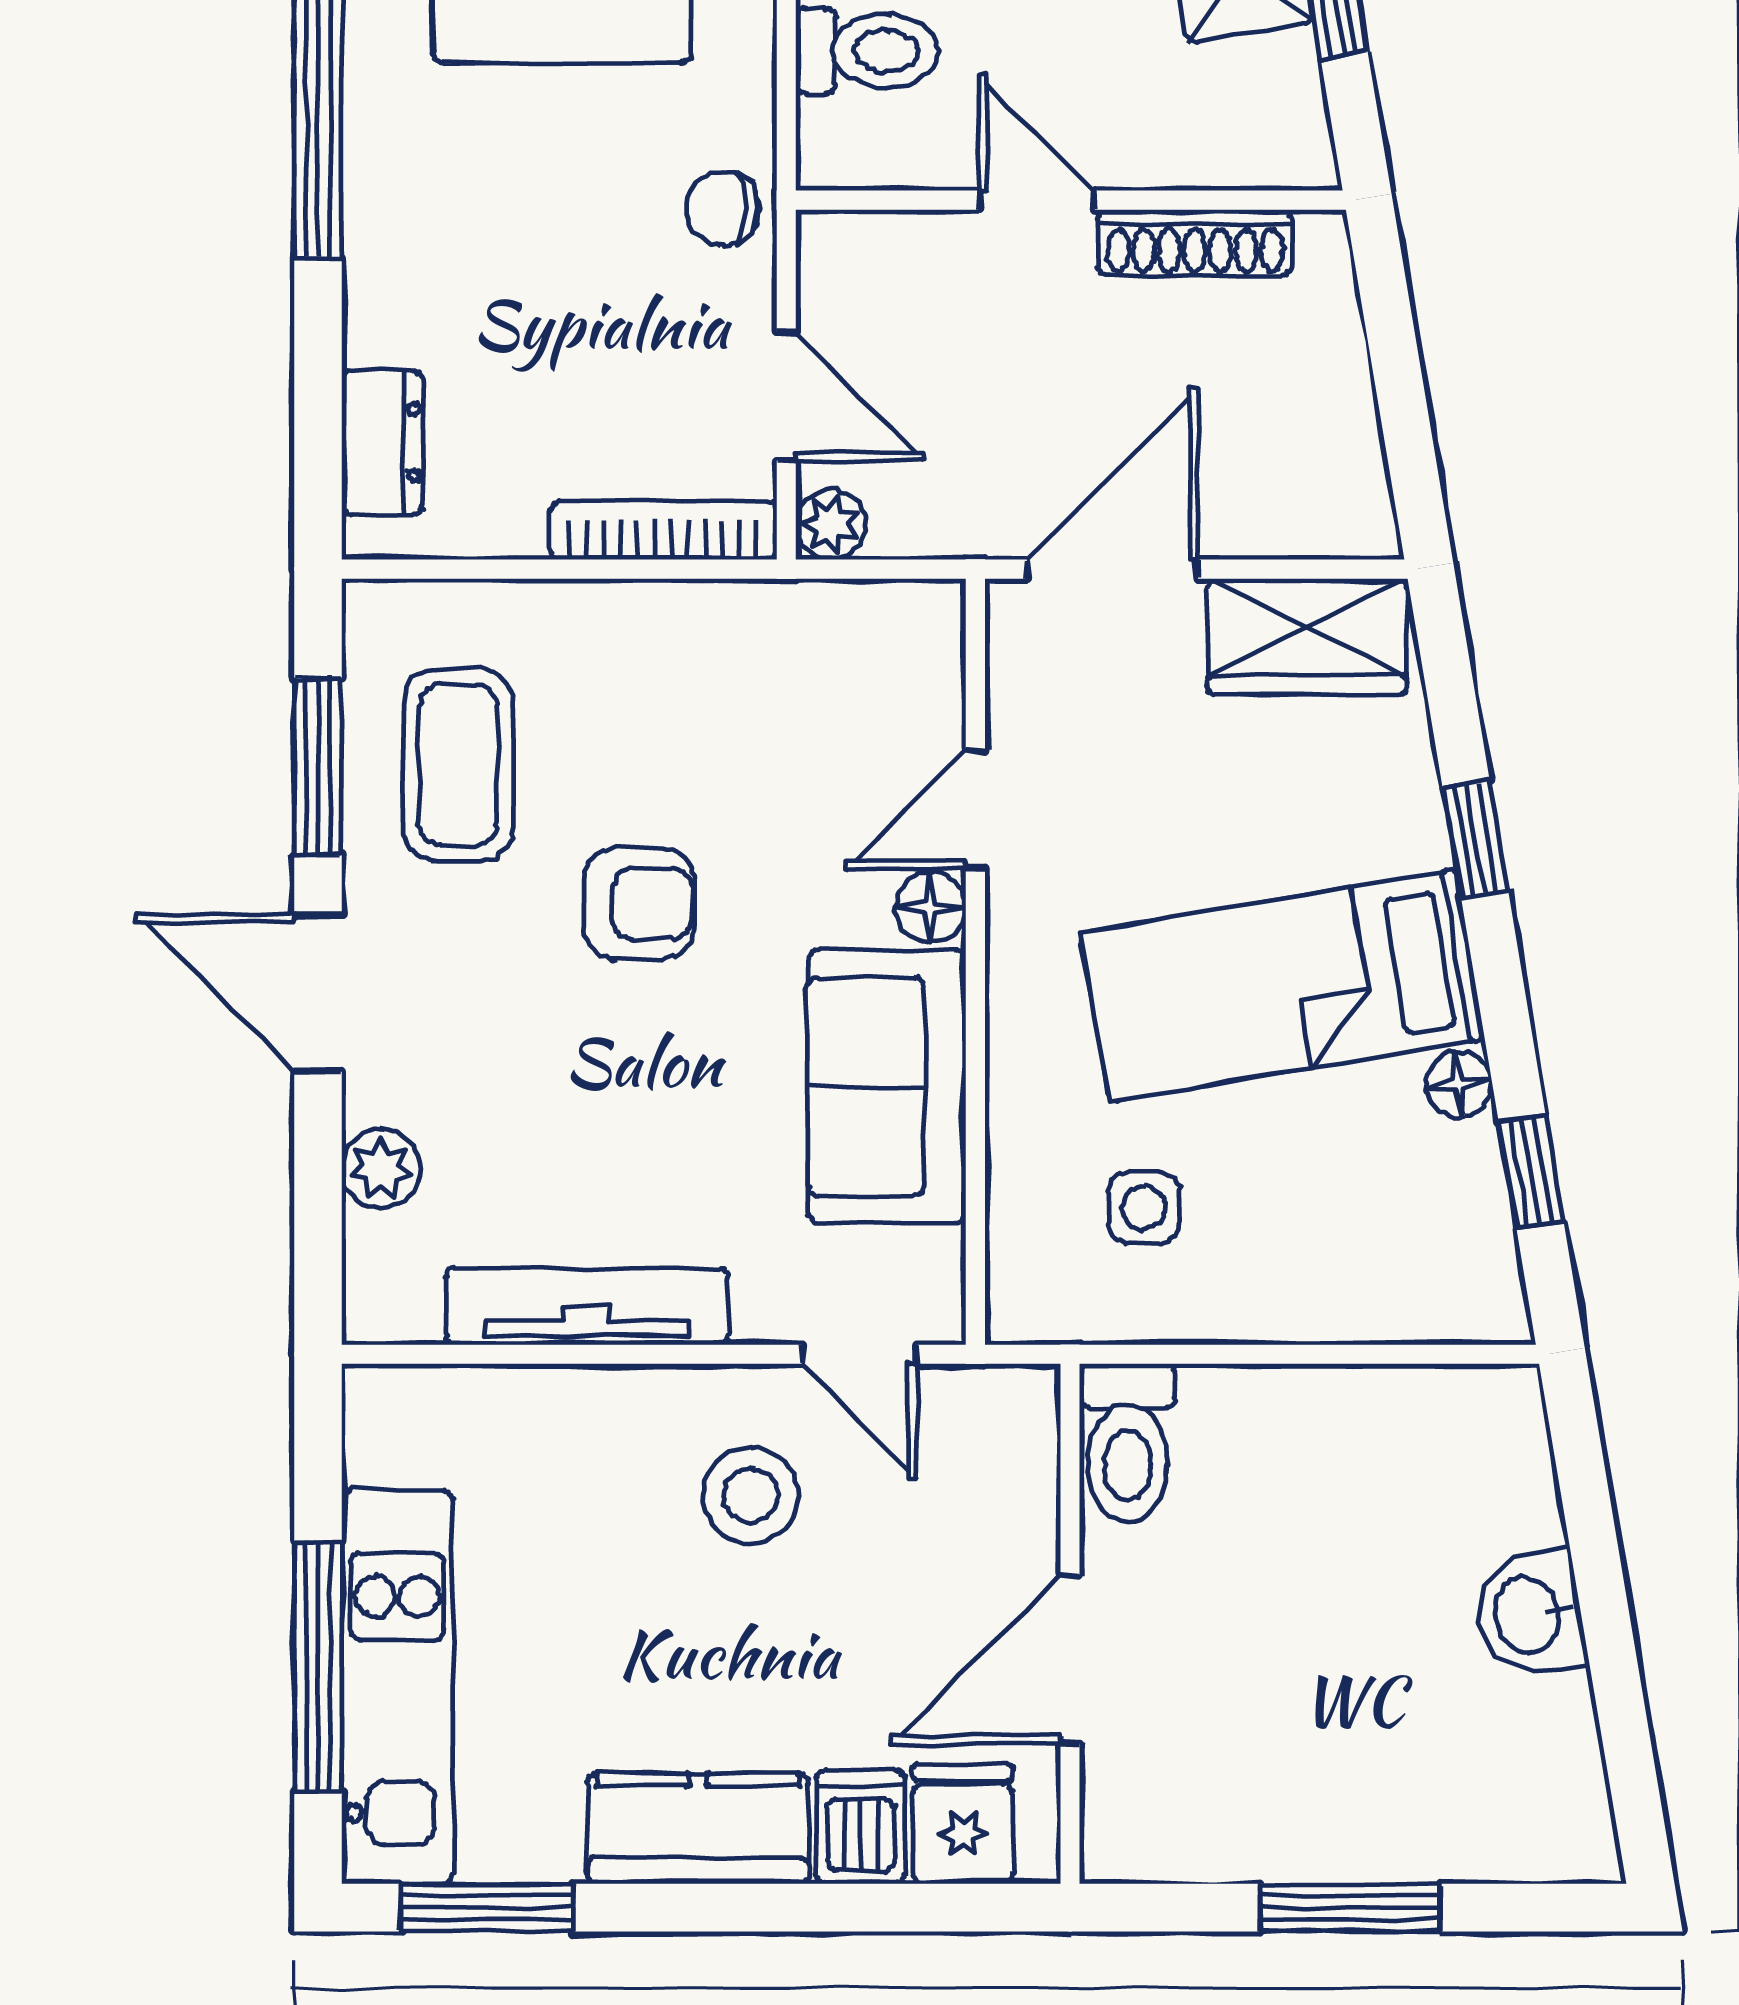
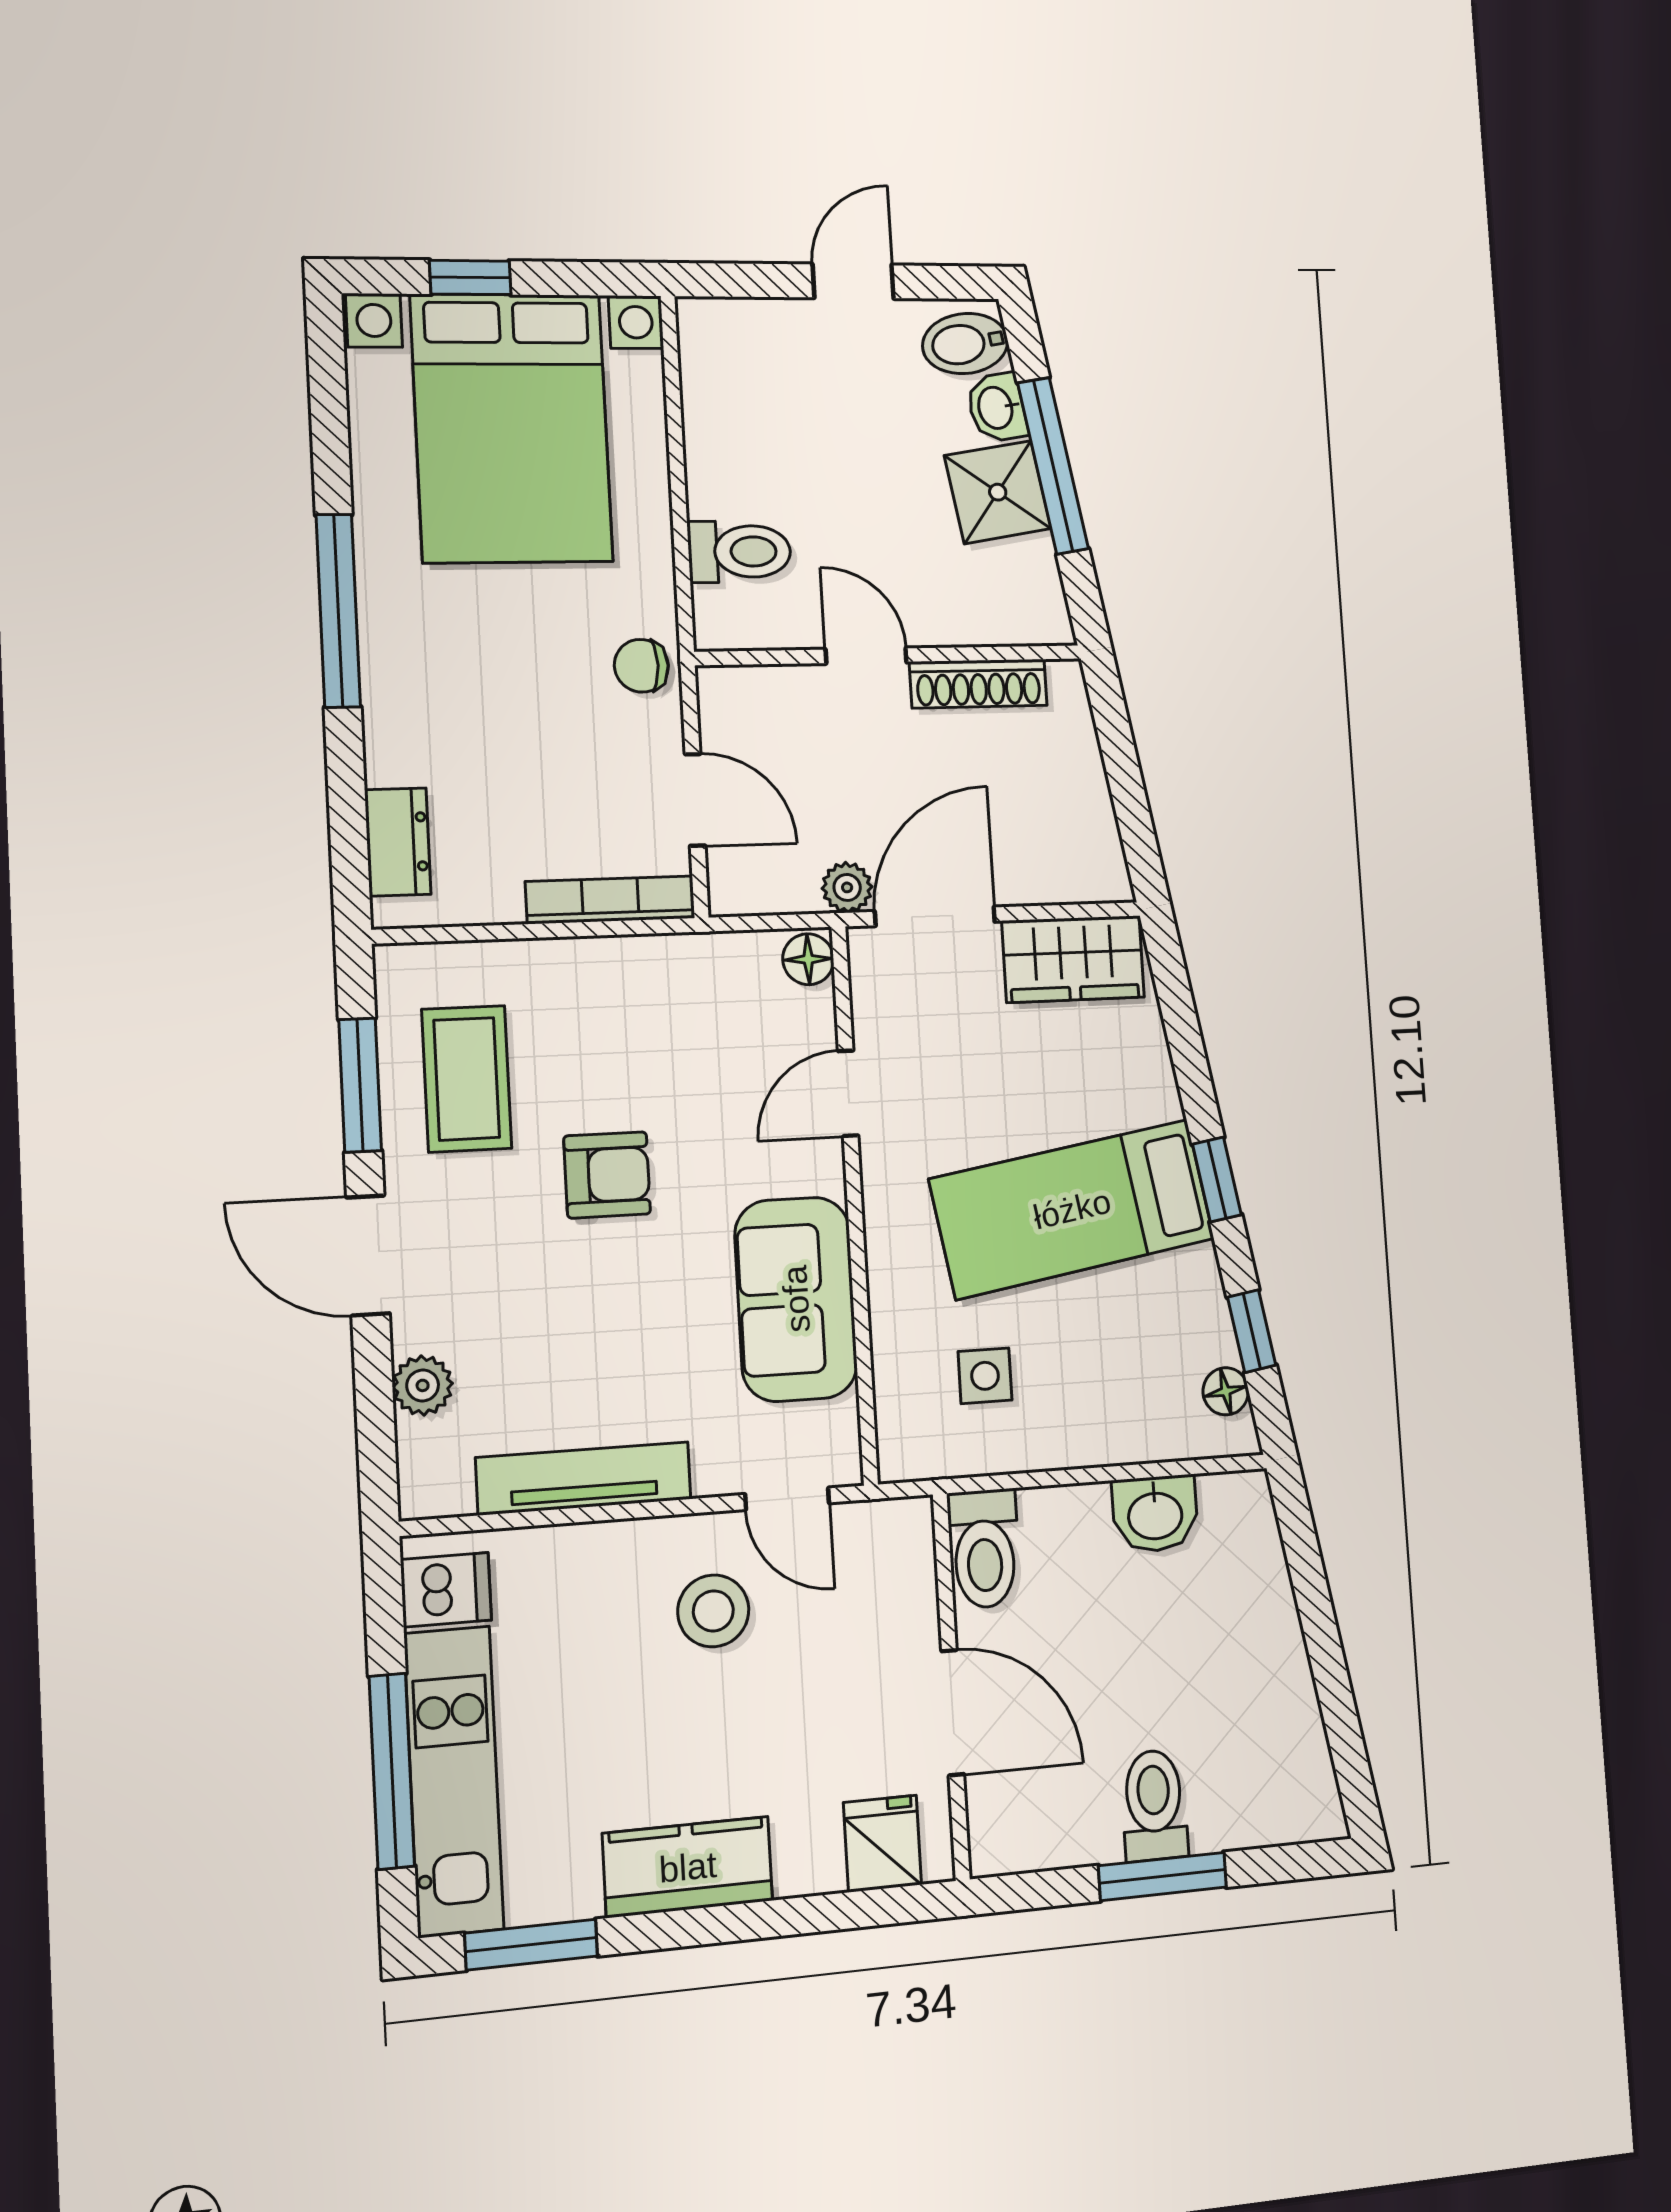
plant: (831, 524) -> (847, 887), moved
window: (1475, 838) -> (1217, 1179), moved
floor lamp: (931, 907) -> (808, 959), moved
floor lamp: (1459, 1084) -> (1226, 1391), moved
washbasin: (1530, 1614) -> (1155, 1514), moved, turned -80
door: (1070, 1659) -> (953, 1713), swing flipped
toilet: (1345, 1810) -> (1154, 1805), added
dishwasher: (861, 1827) -> (446, 1590), moved, turned 90

